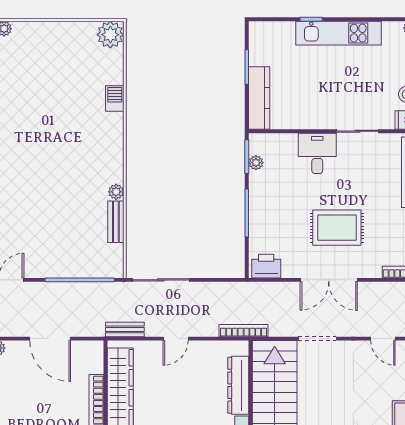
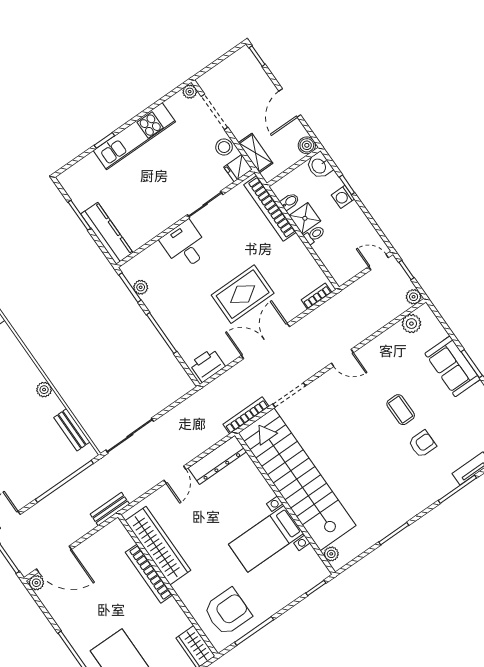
bench: (116, 222) -> (72, 430), moved
double door: (329, 280) -> (265, 341), swing flipped
bench: (125, 329) -> (110, 509), moved
bookcase: (244, 331) -> (246, 415), moved
door: (50, 339) -> (54, 559), moved
dresser: (238, 385) -> (217, 460), moved, turned -90

